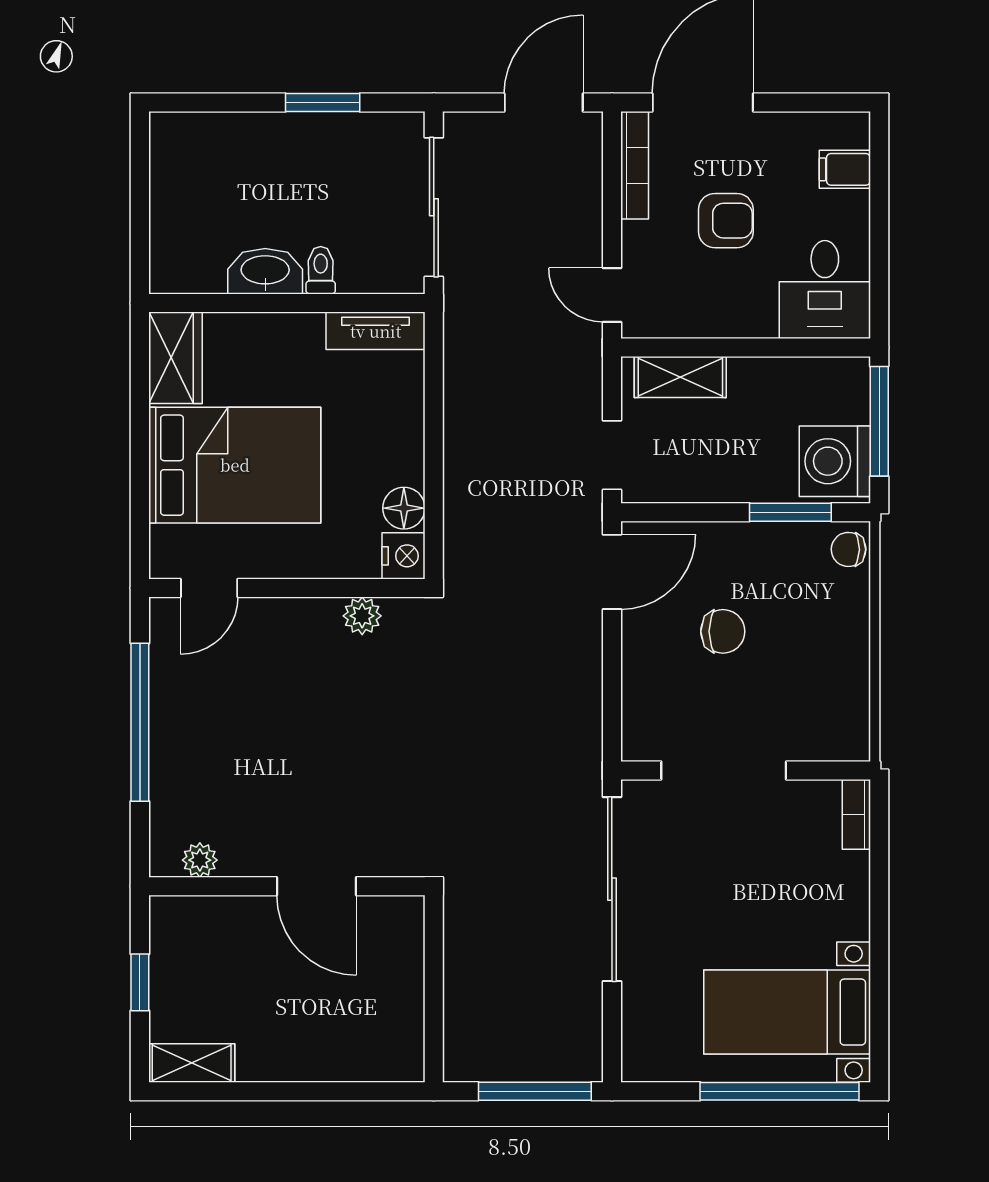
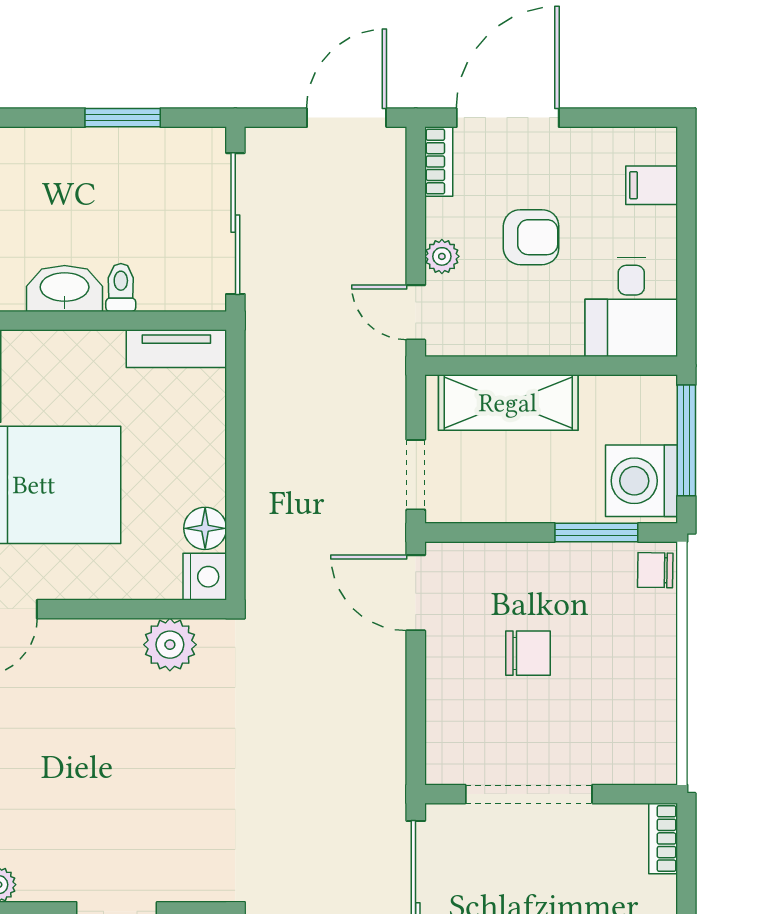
bookcase: (635, 165) -> (439, 162), width x0.64
plant: (638, 240) -> (442, 256), added
shelving: (680, 377) -> (508, 403), width x1.50, depth x1.33
door: (612, 572) -> (416, 593), swing flipped
plant: (362, 616) -> (170, 645), width x1.38, depth x1.38

